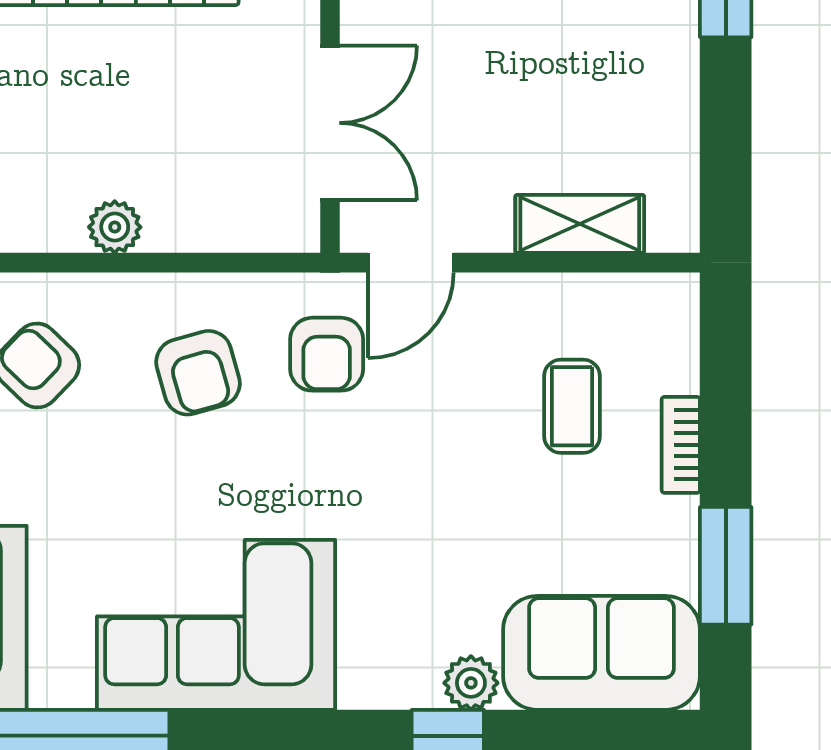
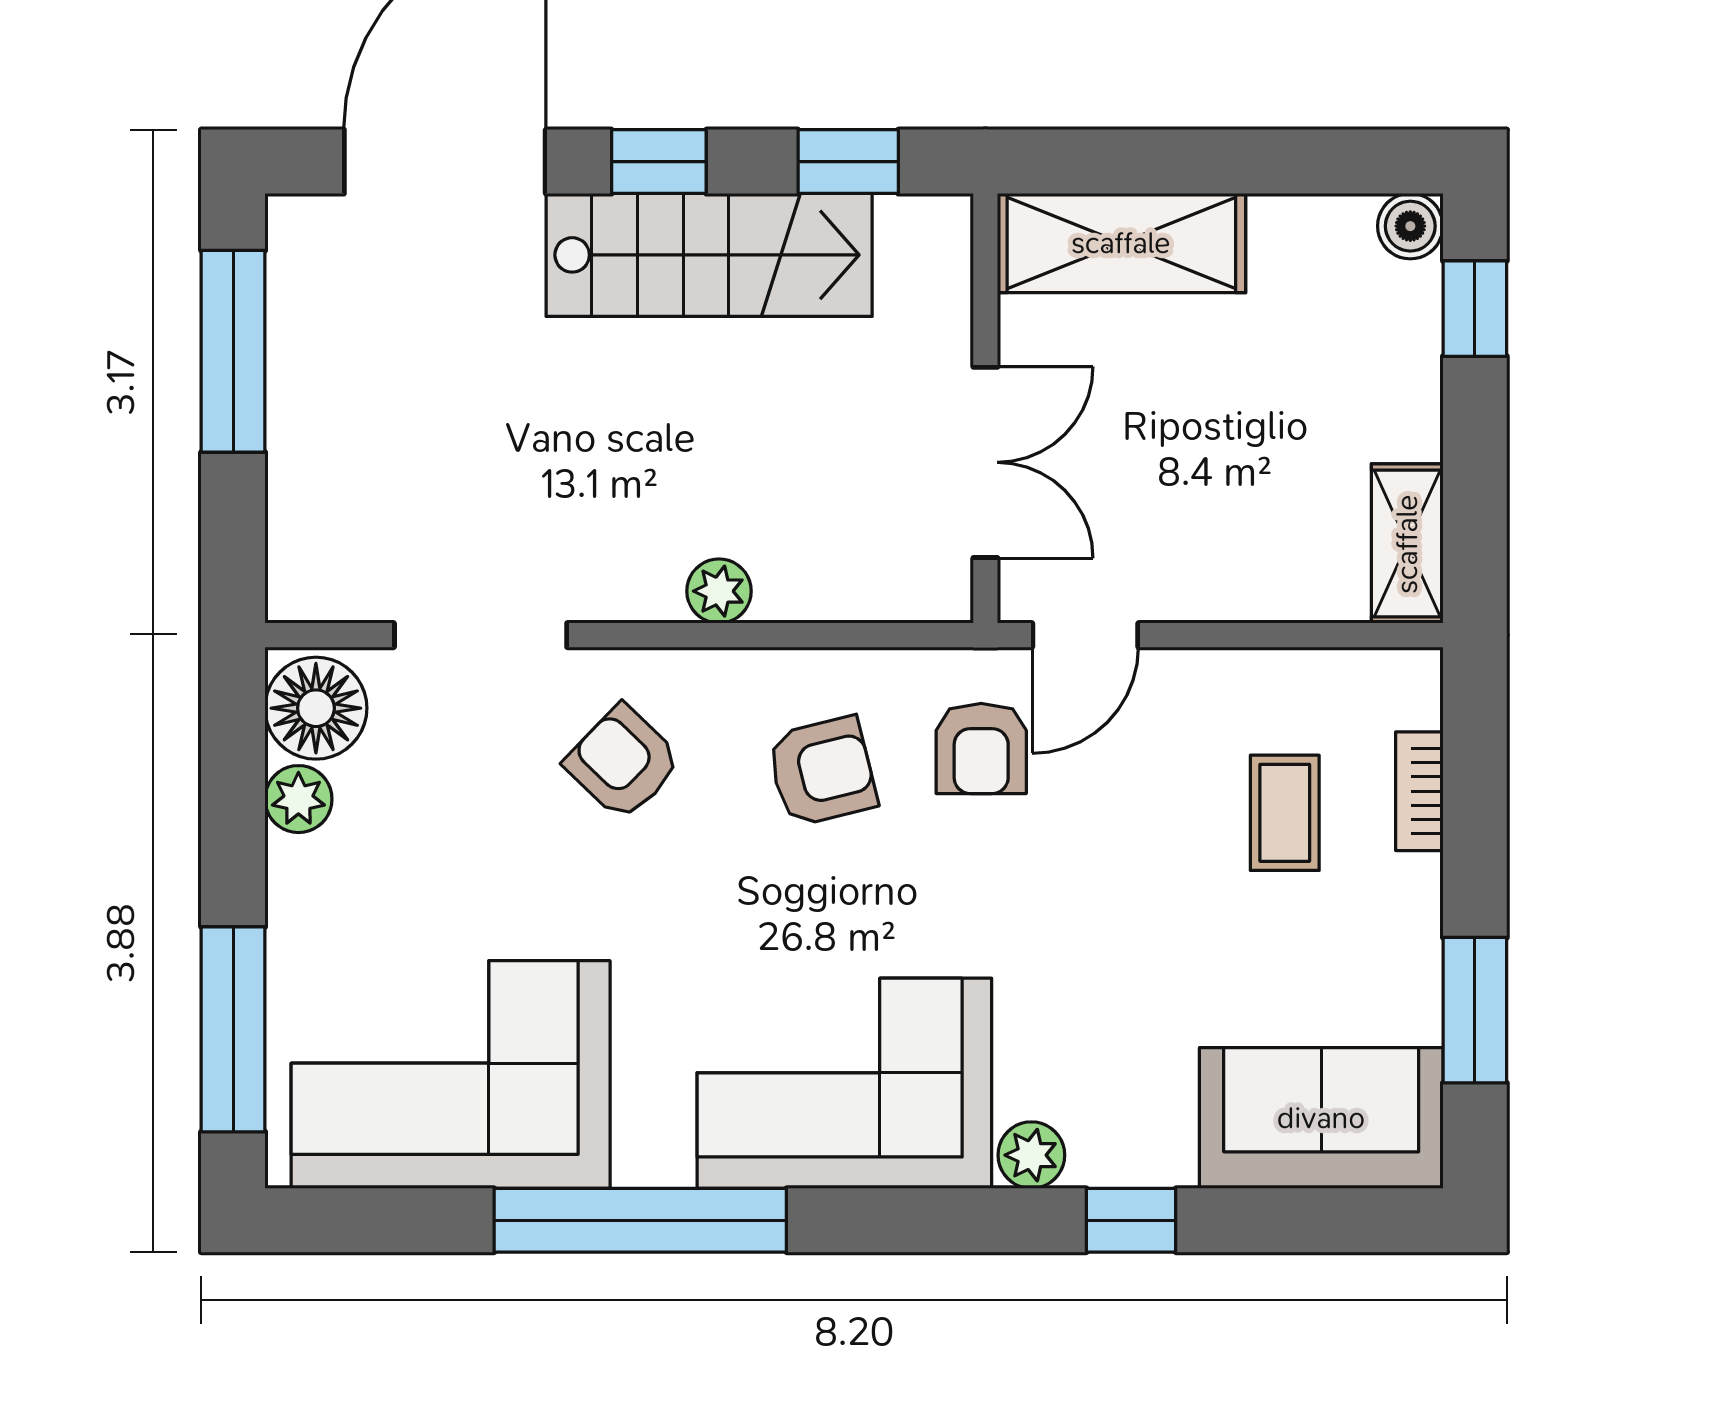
shelving: (580, 224) -> (1407, 544), moved, turned 90
armchair: (198, 373) -> (822, 771), turned -88
bookcase: (681, 445) -> (1419, 791), moved
plant: (471, 683) -> (1031, 1155), moved

